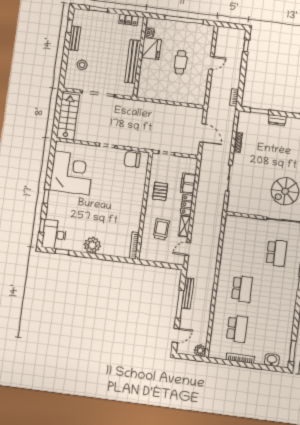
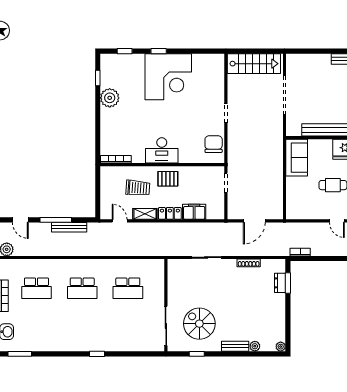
stool: (82, 65) -> (316, 72), removed
sofa: (153, 90) -> (297, 158), added
dresser: (277, 120) -> (280, 283), moved
corner desk: (72, 173) -> (168, 77), moved
pallet: (160, 191) -> (168, 179), moved
desk: (54, 234) -> (162, 150), moved, turned 180
plant: (92, 245) -> (110, 98), moved
school desk: (276, 253) -> (128, 288), moved

